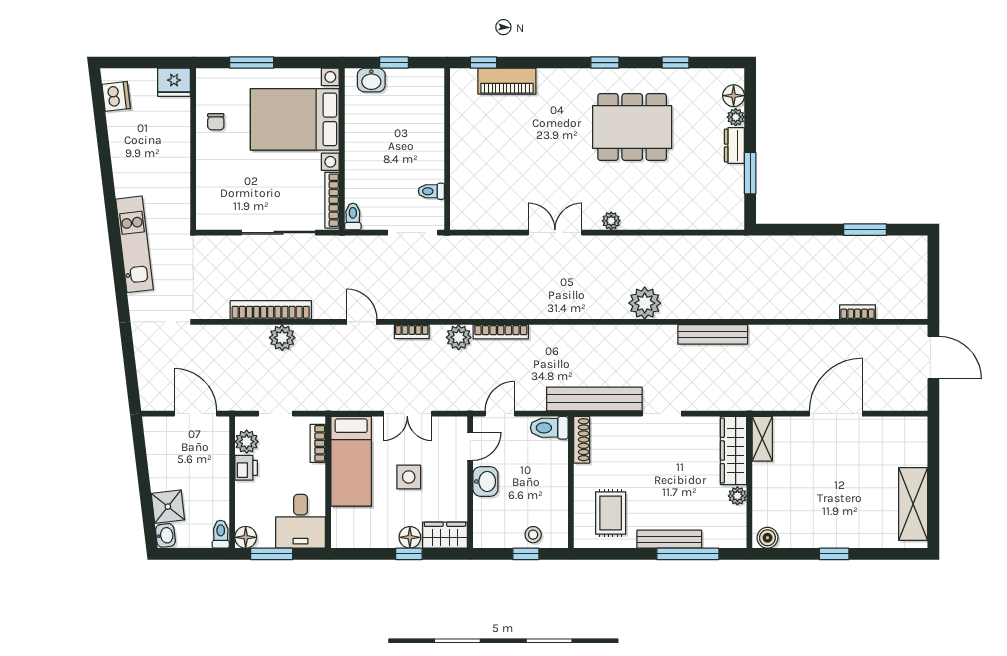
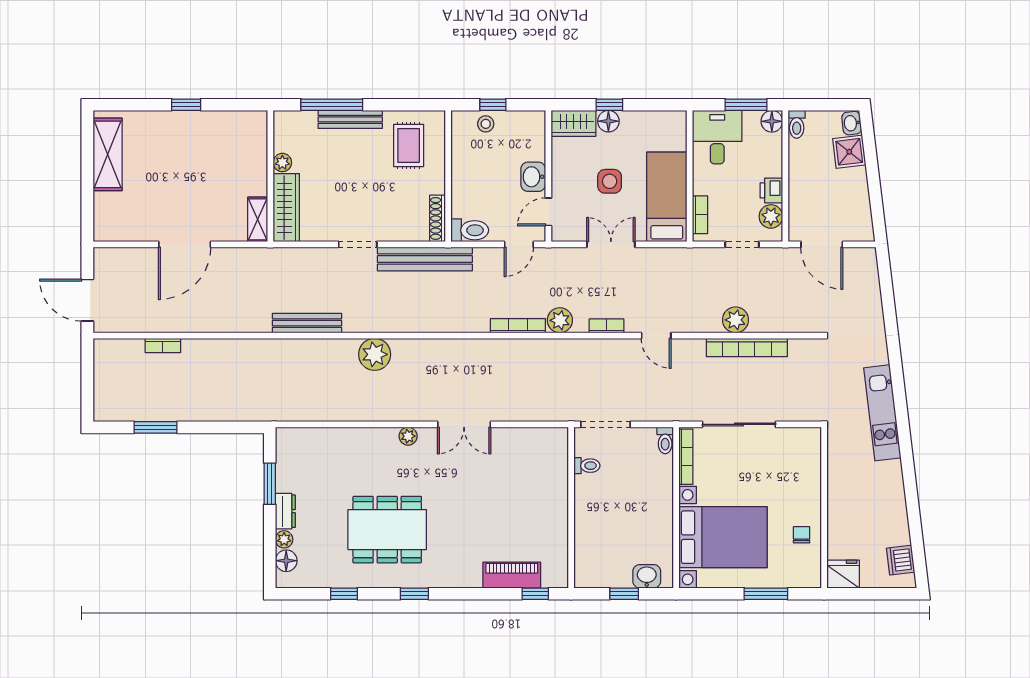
boiler: (767, 538) -> (253, 121), removed

